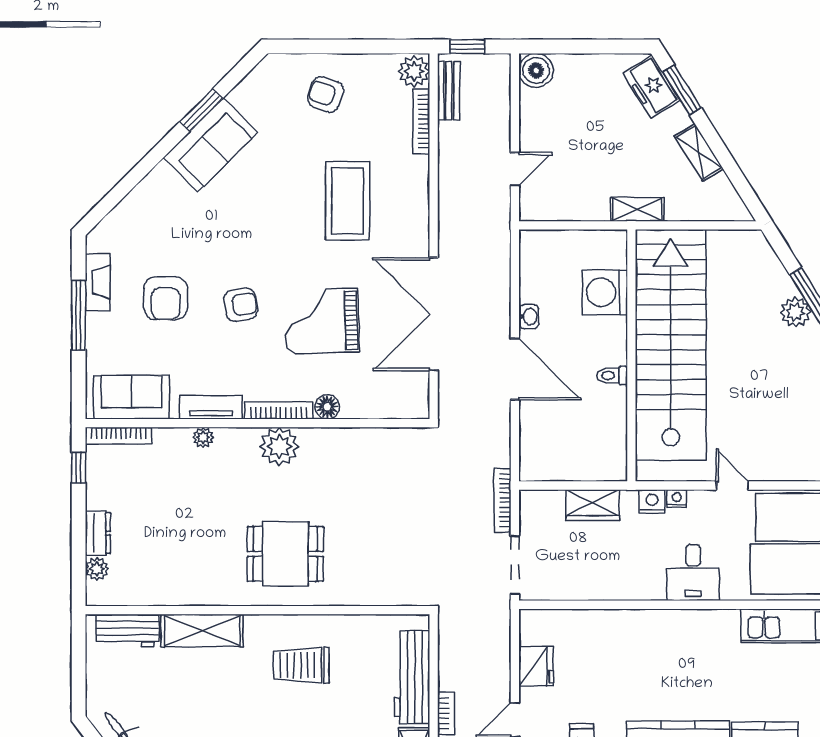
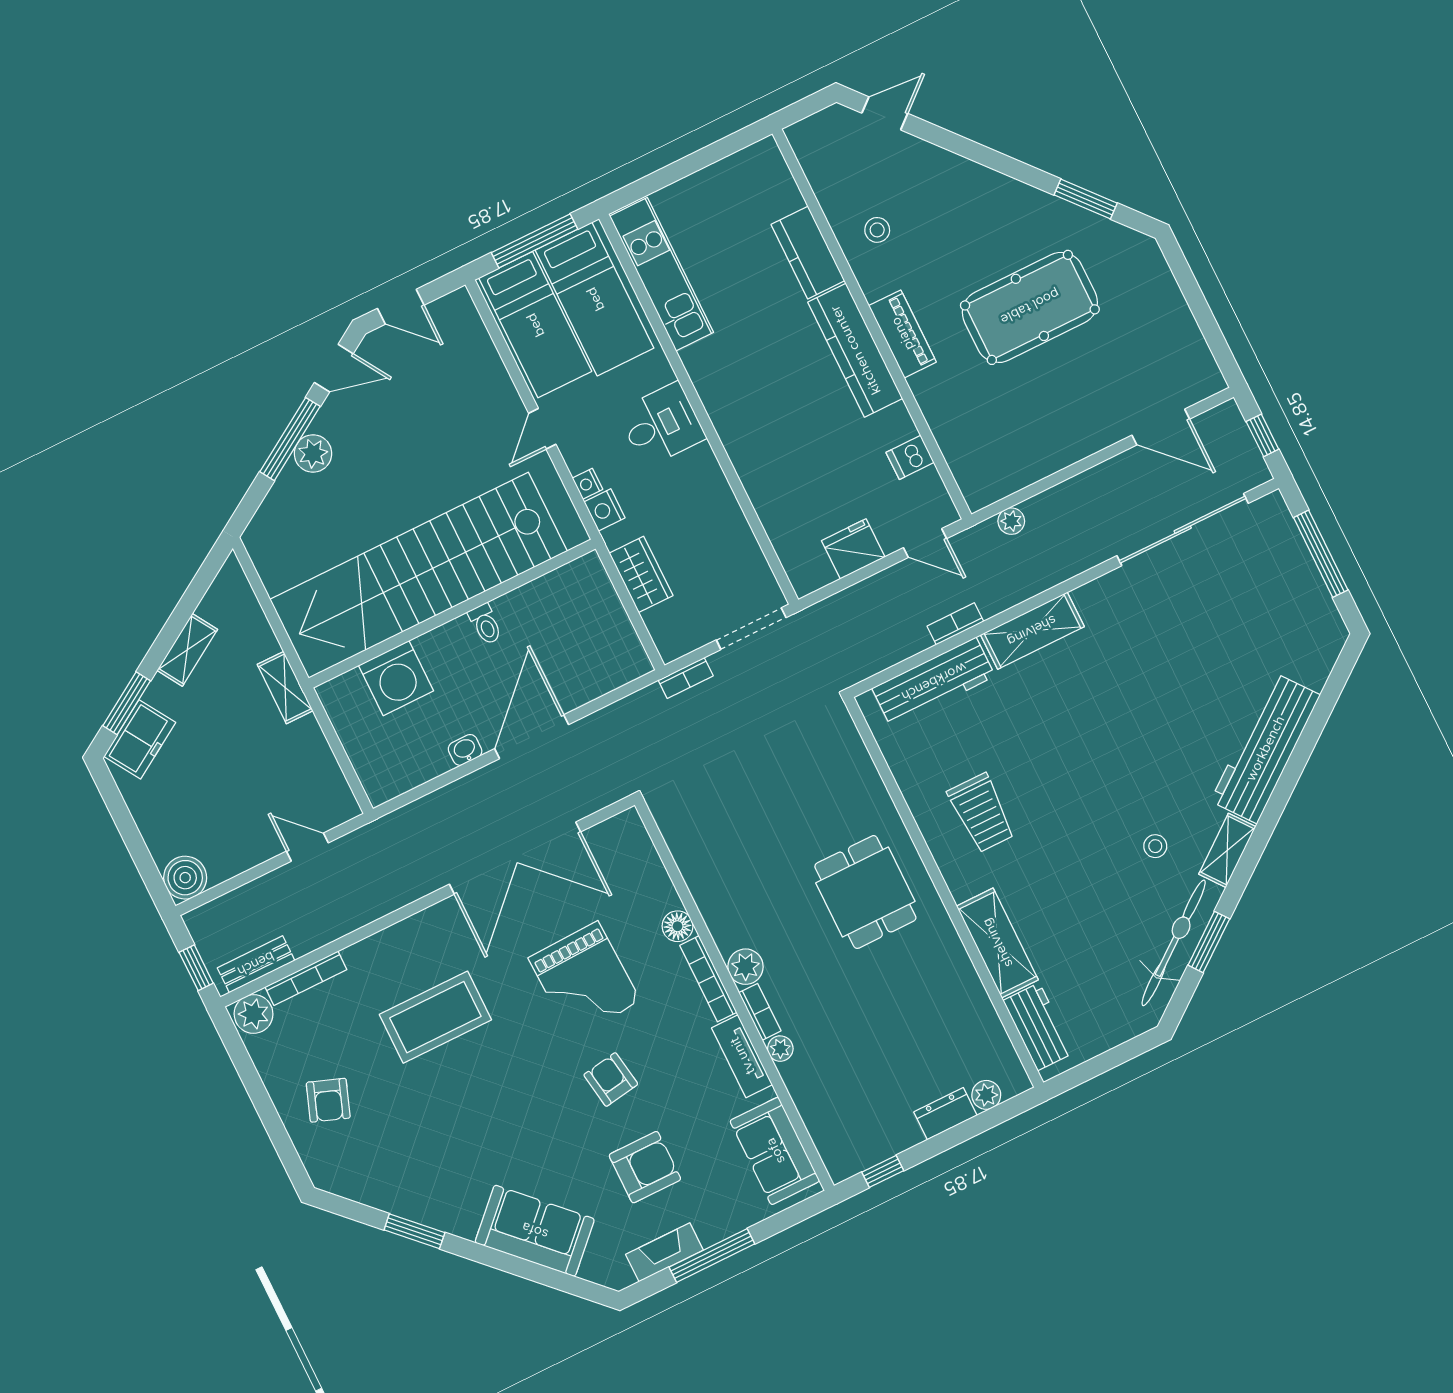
sofa: (211, 145) -> (535, 1231), moved
bookcase: (119, 436) -> (760, 1012), moved, width x0.64
plant: (279, 447) -> (746, 967), width x0.73, depth x0.73
bookcase: (503, 500) -> (686, 678), width x0.64

